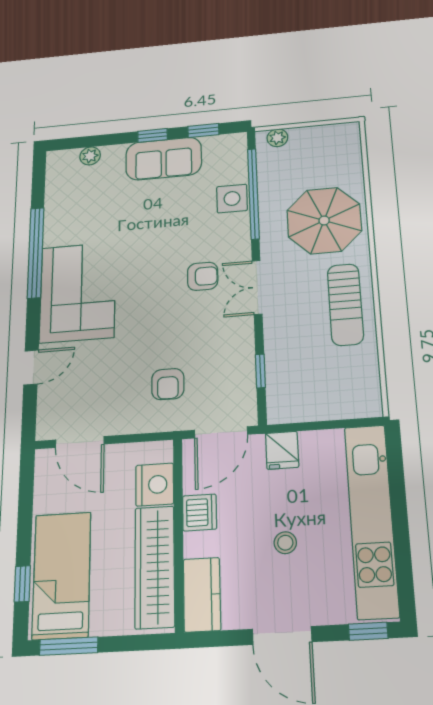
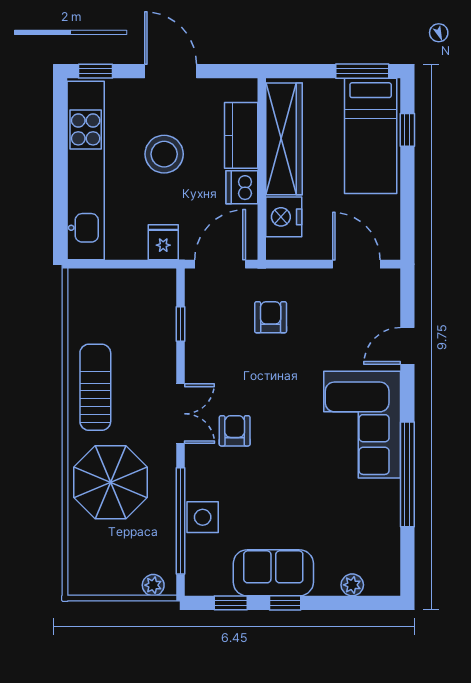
armchair: (203, 276) -> (235, 431), turned 90
stool: (285, 543) -> (164, 154), width x1.89, depth x1.89
kitchen counter: (202, 595) -> (241, 135), moved

